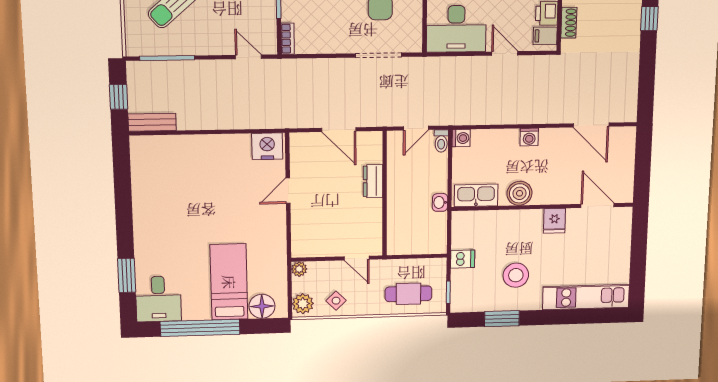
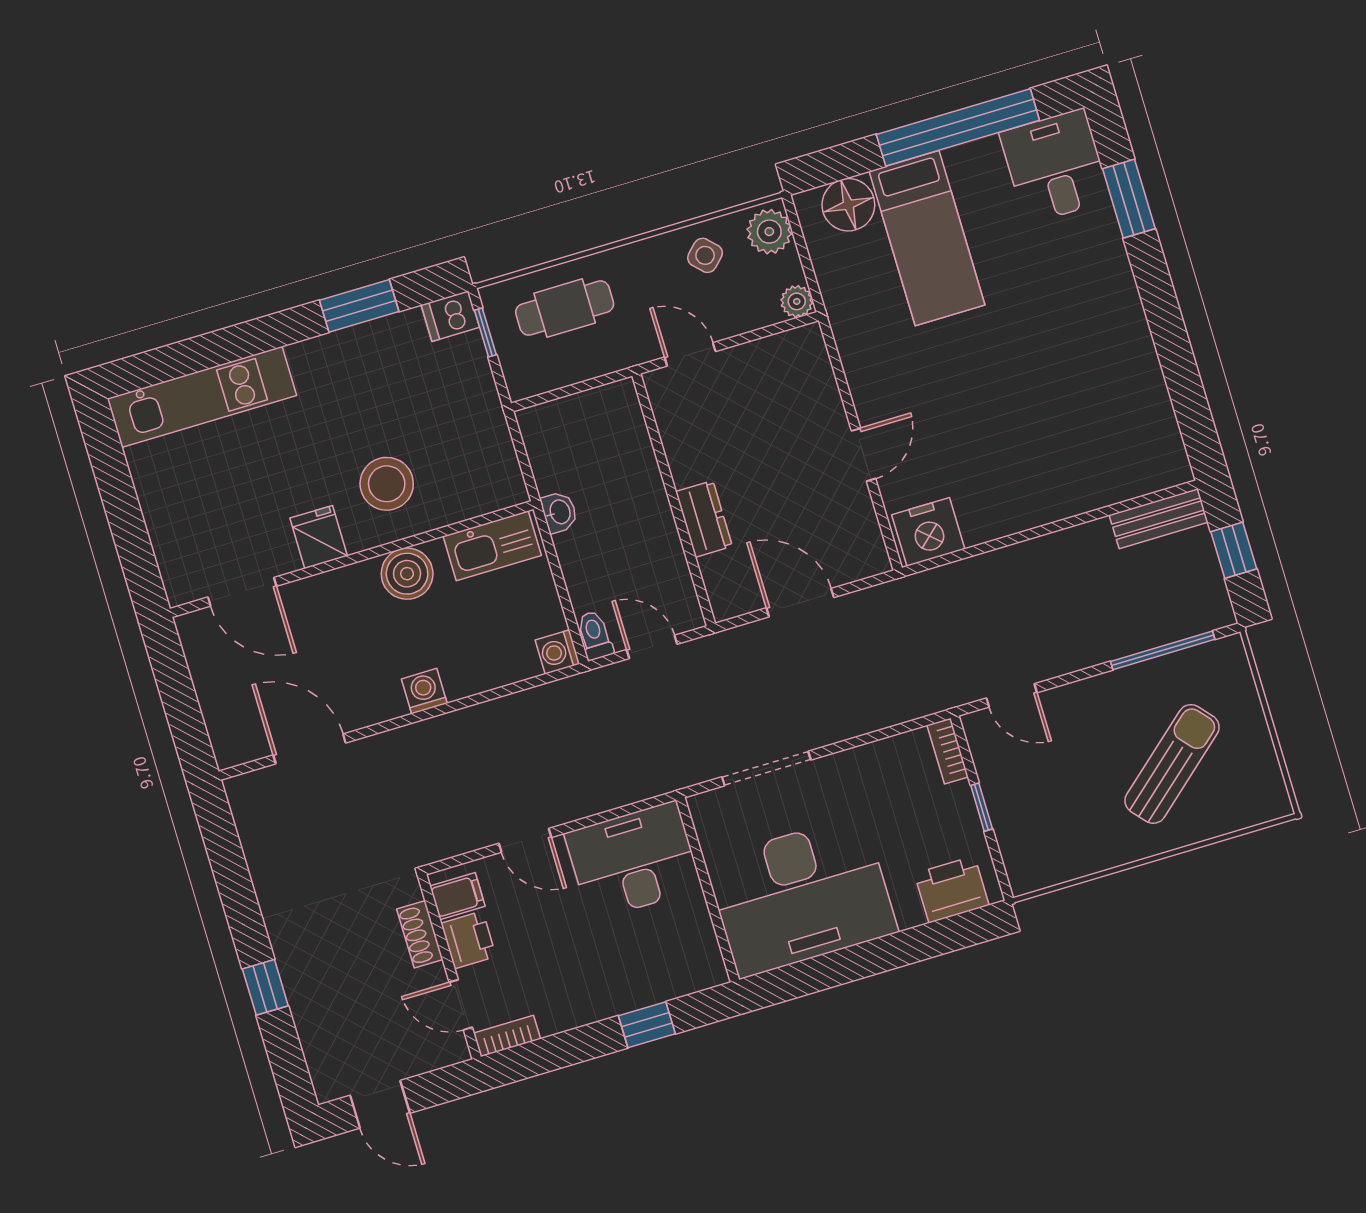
door: (416, 128) -> (652, 647), hinge flipped
dishwasher: (463, 259) -> (450, 316), moved
stool: (516, 275) -> (387, 484), moved

